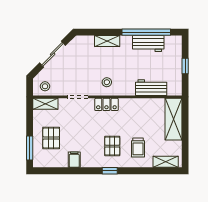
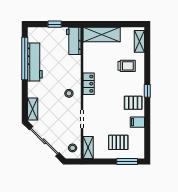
shelving: (107, 41) -> (33, 109), moved
workbench: (148, 44) -> (35, 62), width x1.38
sliding door: (53, 54) -> (44, 141), width x1.37
workbench: (151, 88) -> (74, 41), moved
locker: (106, 104) -> (89, 84), moved
pallet: (112, 146) -> (133, 103), moved

